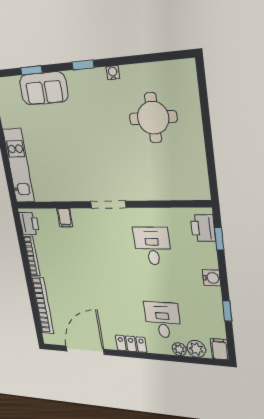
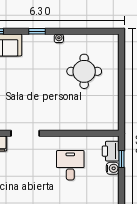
doorway: (108, 205) -> (25, 133), moved
water cooler: (212, 278) -> (113, 168), moved

